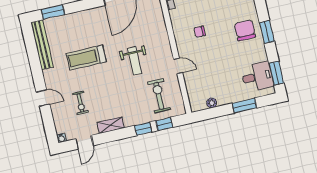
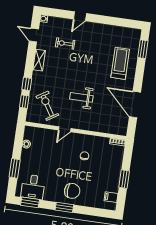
bench: (42, 45) -> (121, 31), removed
treadmill: (86, 58) -> (120, 63), moved
exercise bike: (159, 96) -> (47, 106), turned -122

